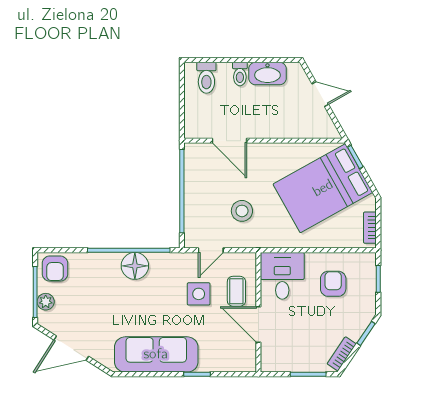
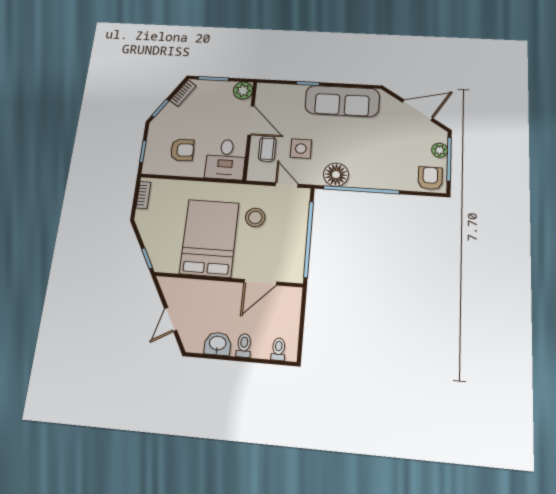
washbasin: (267, 73) -> (218, 344), width x0.72
toilet: (206, 78) -> (278, 349), width x0.73, depth x0.72
door: (320, 94) -> (171, 319), hinge flipped
door: (229, 141) -> (260, 282), swing flipped
bed: (323, 188) -> (209, 238), moved, turned -61
door: (211, 250) -> (287, 185), hinge flipped
floor lamp: (135, 266) -> (336, 175), moved
armchair: (333, 284) -> (182, 150), turned -92
plant: (272, 361) -> (243, 91), added

